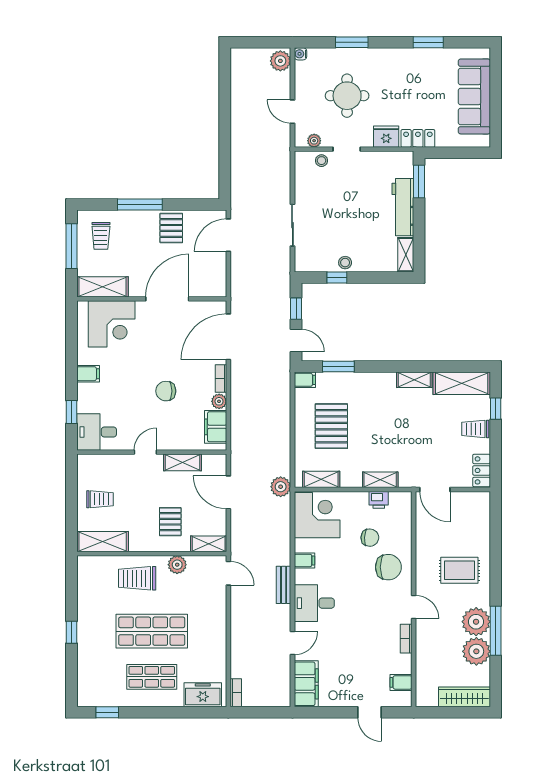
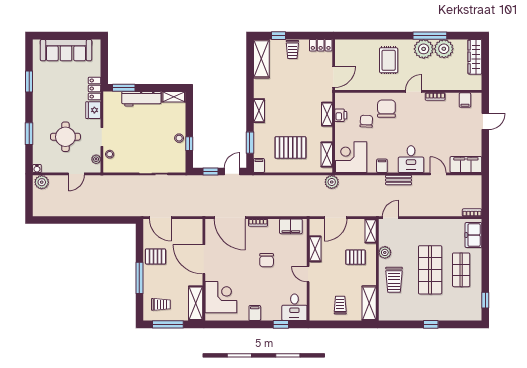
shelving: (414, 380) -> (259, 111), moved
plant: (219, 401) -> (274, 224), removed

